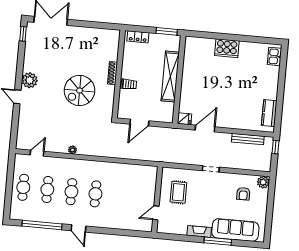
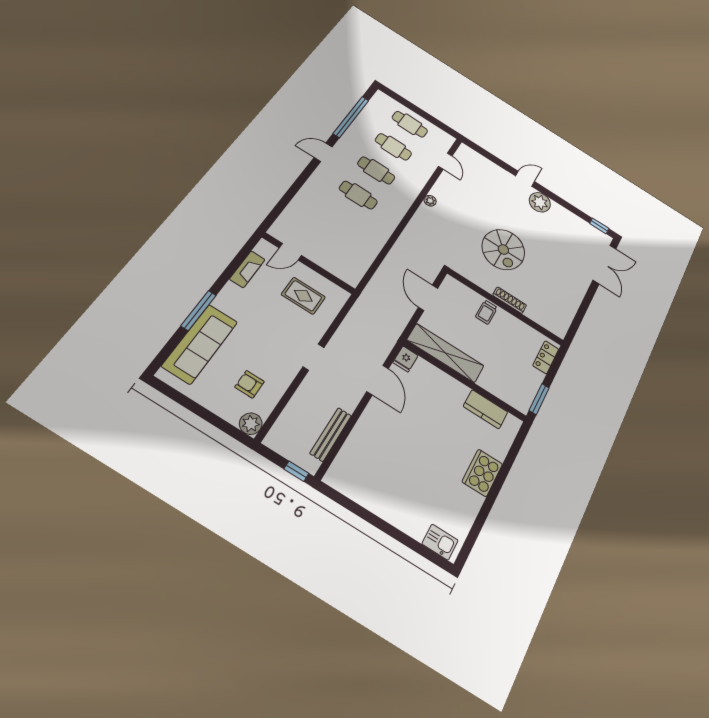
shelving: (170, 76) -> (445, 353), moved
spiral stairs: (80, 91) -> (503, 249), turned 180
kitchen counter: (269, 113) -> (486, 409), moved, turned 180
door: (156, 213) -> (290, 252), swing flipped
fireplace: (199, 231) -> (247, 269), moved

